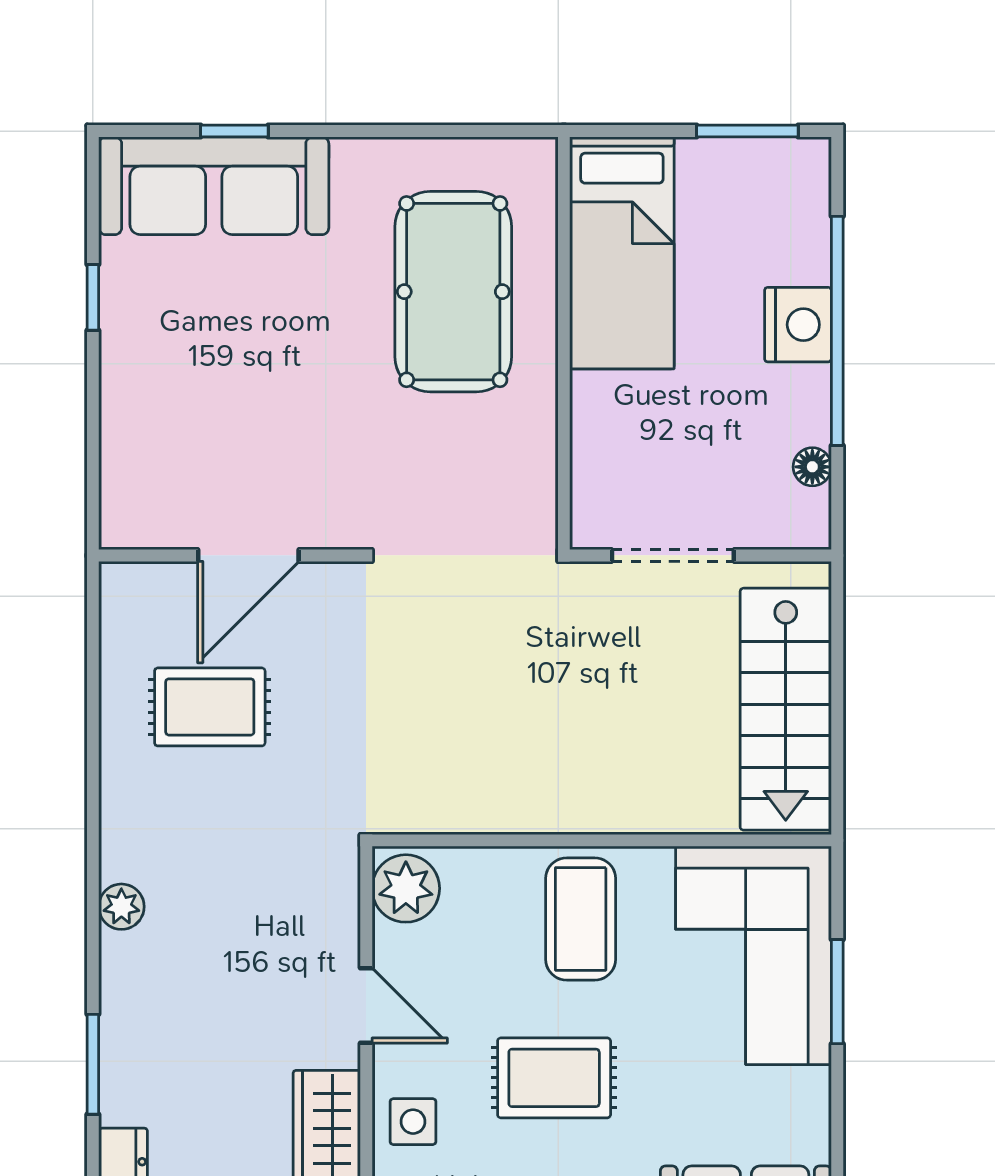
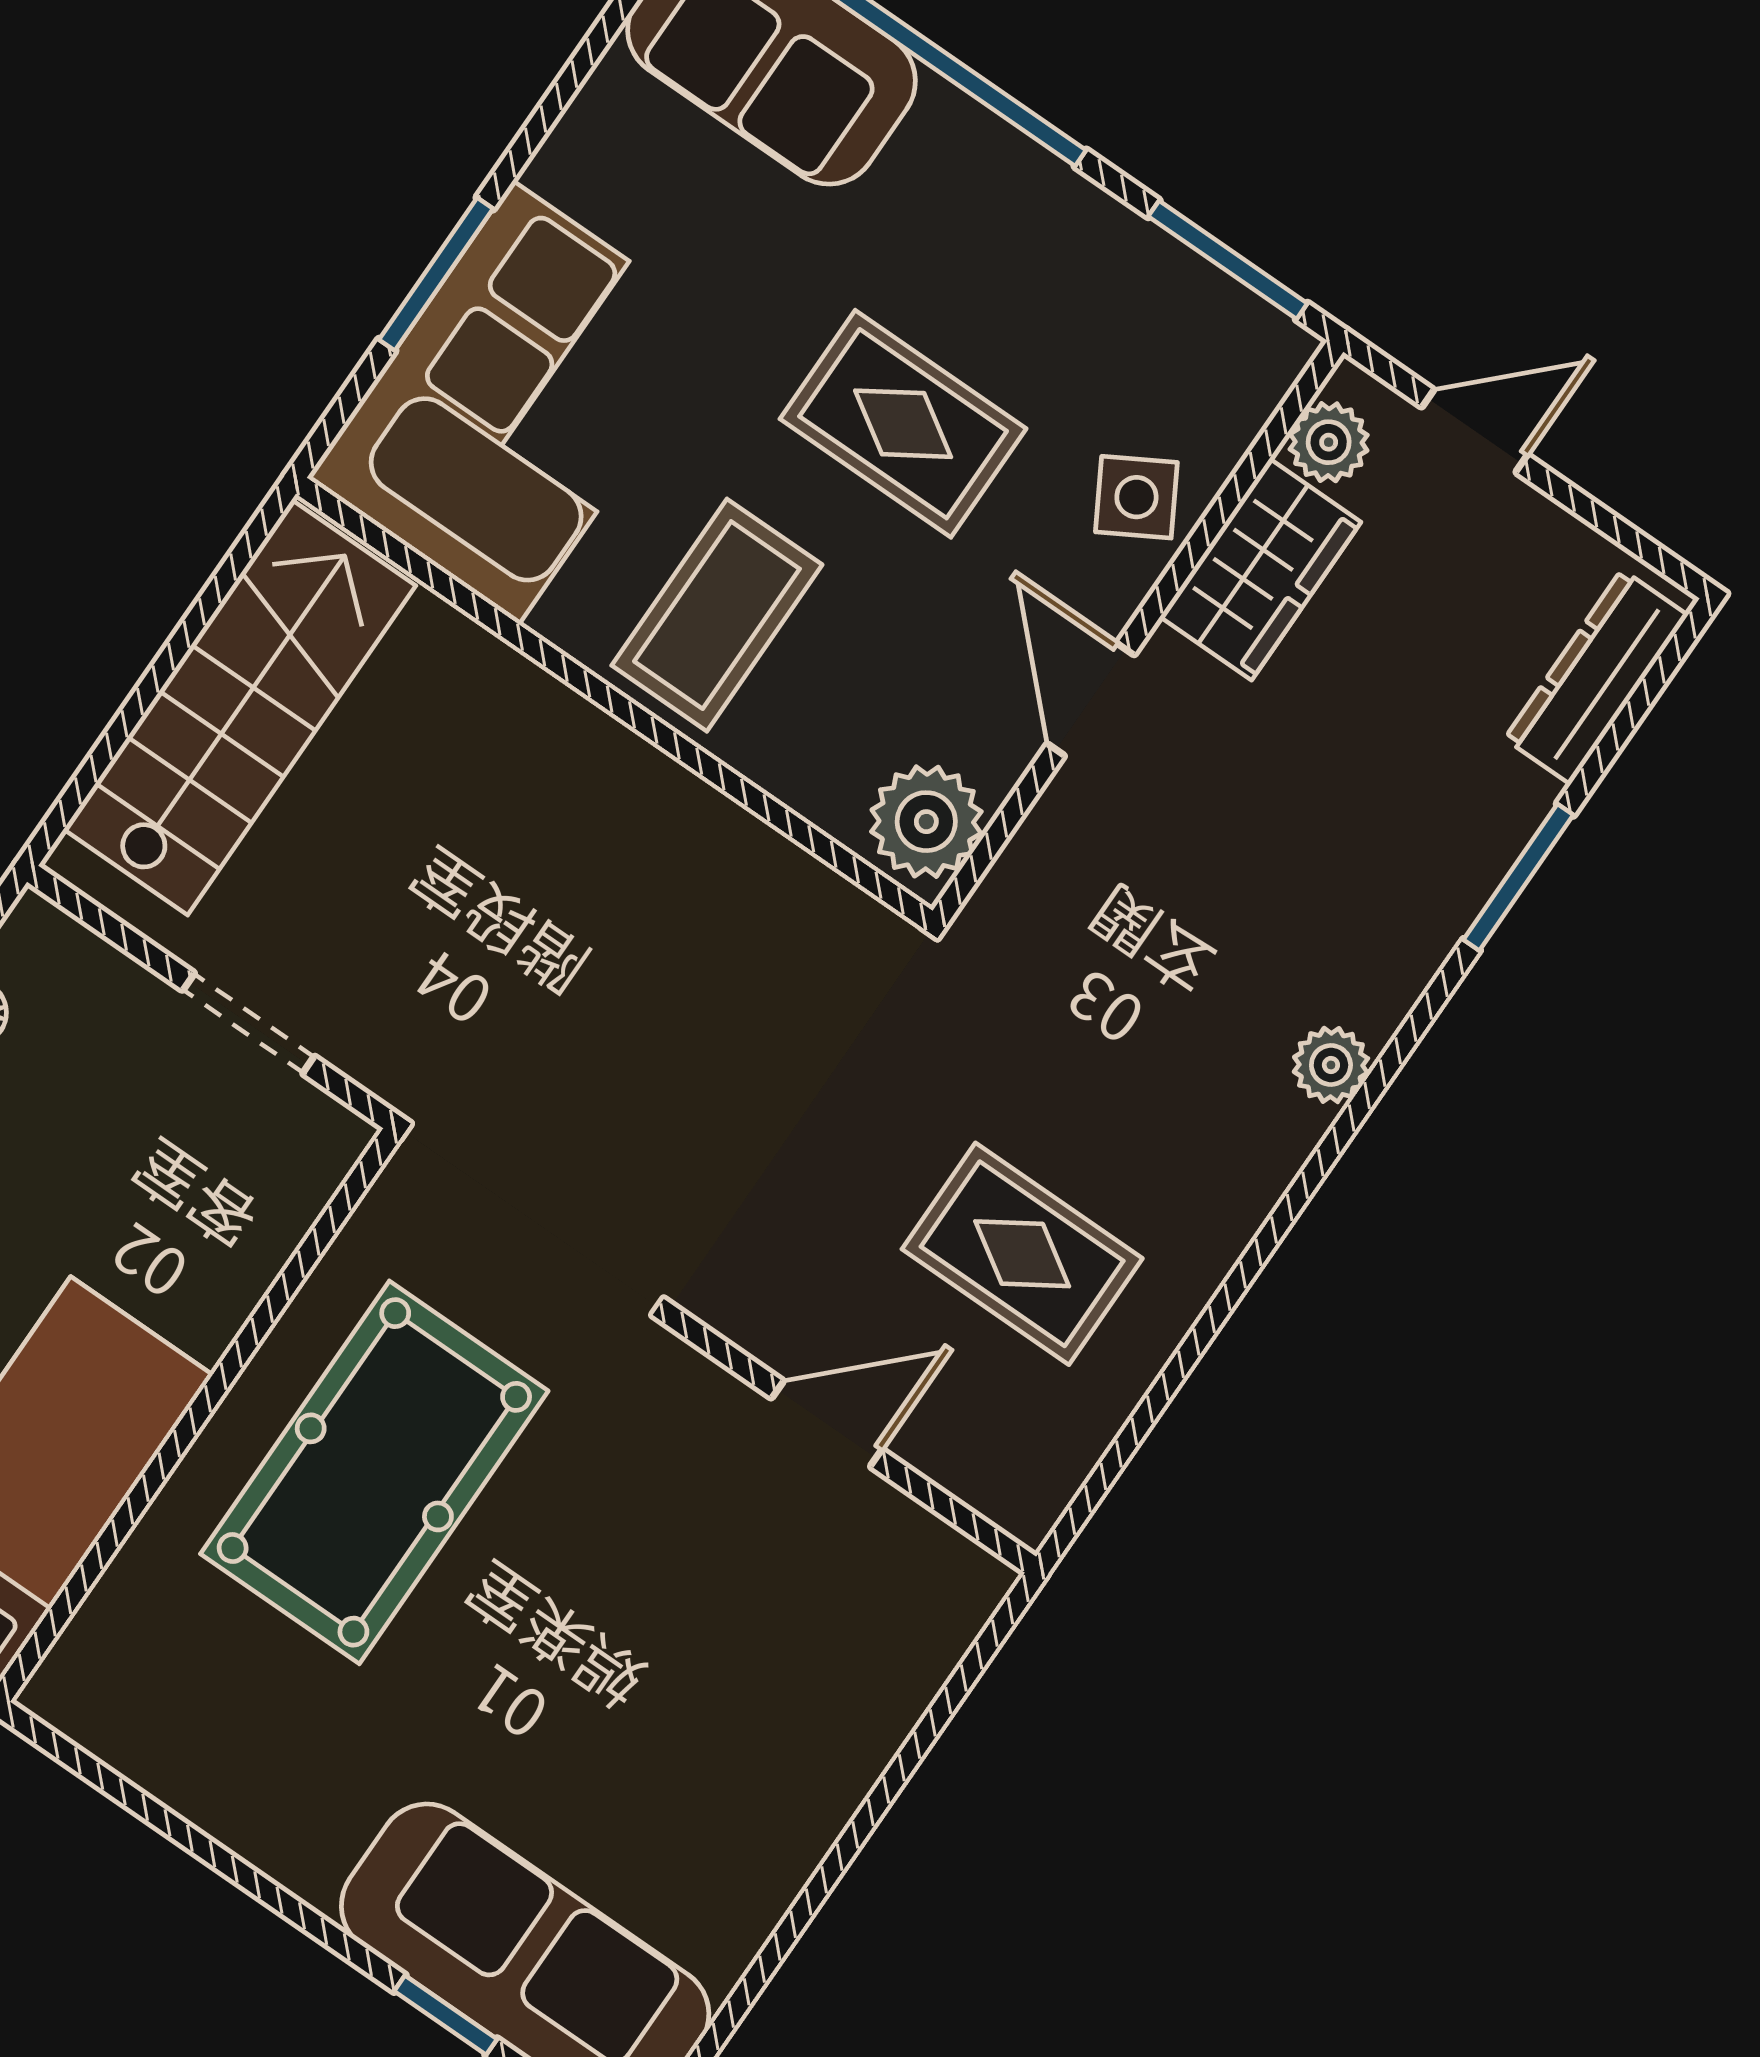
pool table: (453, 292) -> (374, 1472), moved
window: (93, 297) -> (795, 1922), removed
door: (248, 555) -> (827, 1424), width x0.73
doorway: (673, 555) -> (249, 1023), width x0.73
side table: (413, 1122) -> (1136, 497), turned -30

